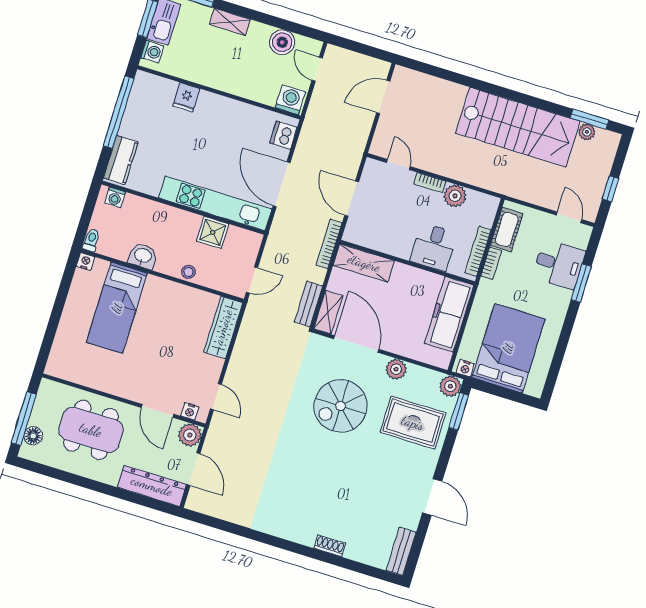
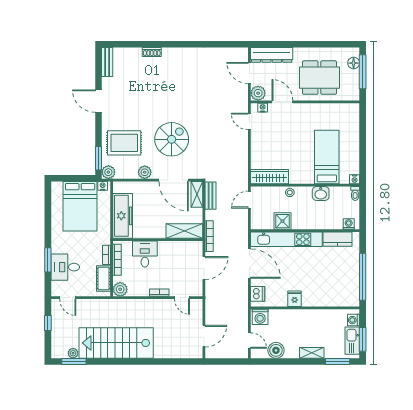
fridge: (186, 97) -> (295, 299), moved
kitchen counter: (121, 160) -> (337, 239), moved, turned -90
plant: (455, 196) -> (120, 289), moved
door: (352, 199) -> (204, 268), hinge flipped
wardrobe: (223, 327) -> (270, 177), moved, turned -90

